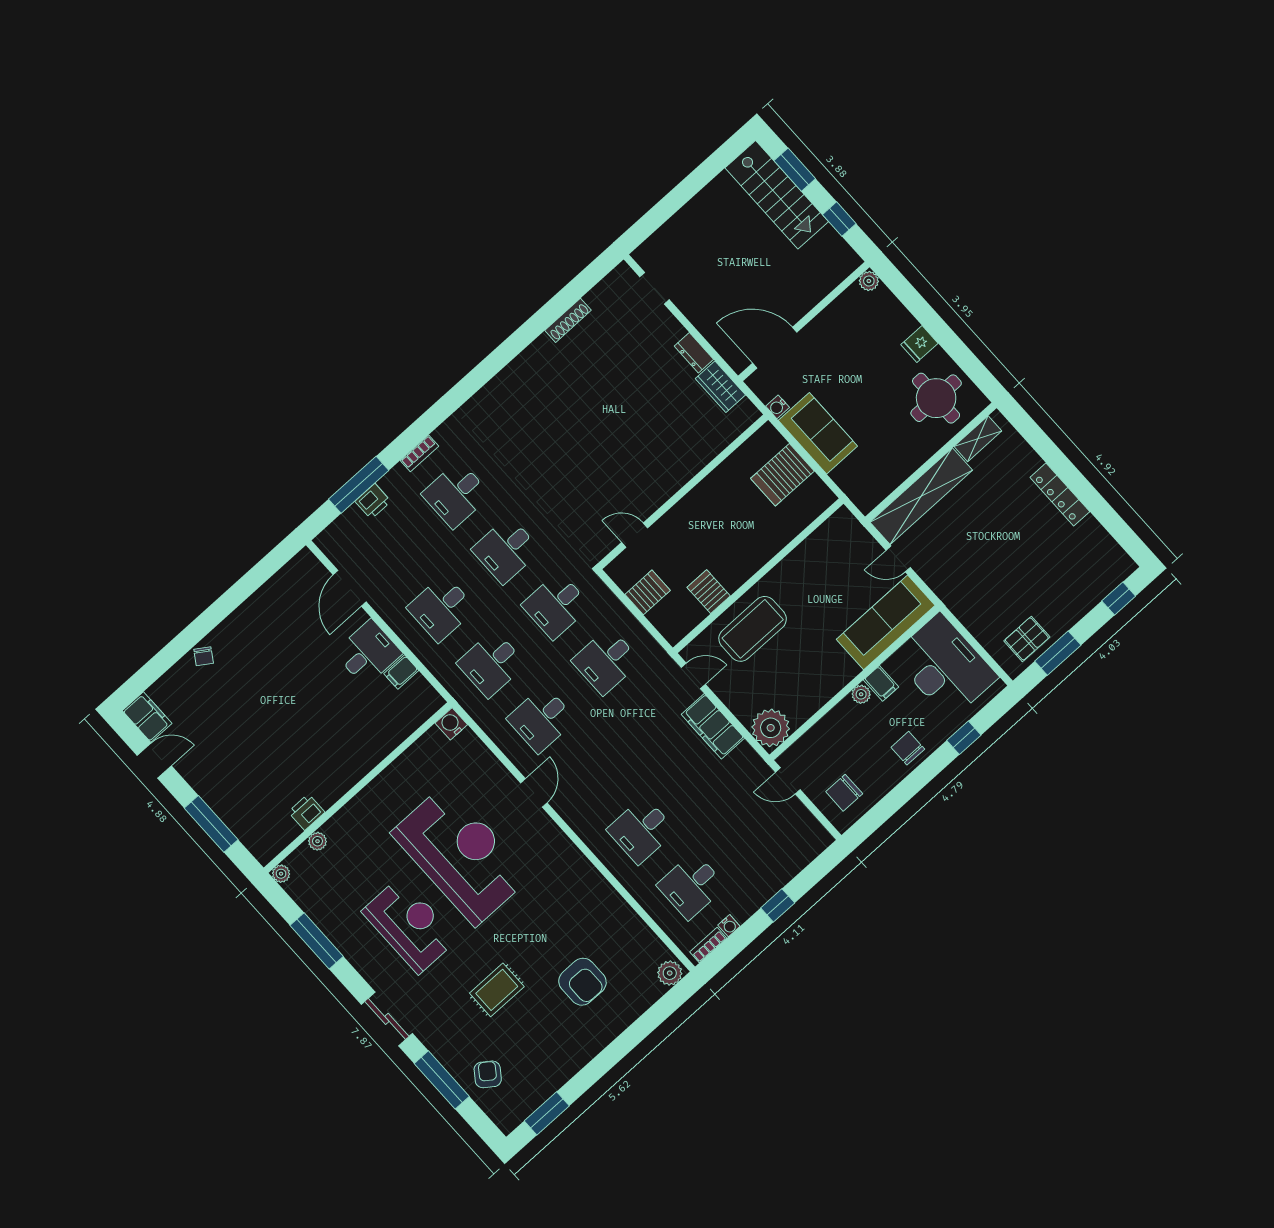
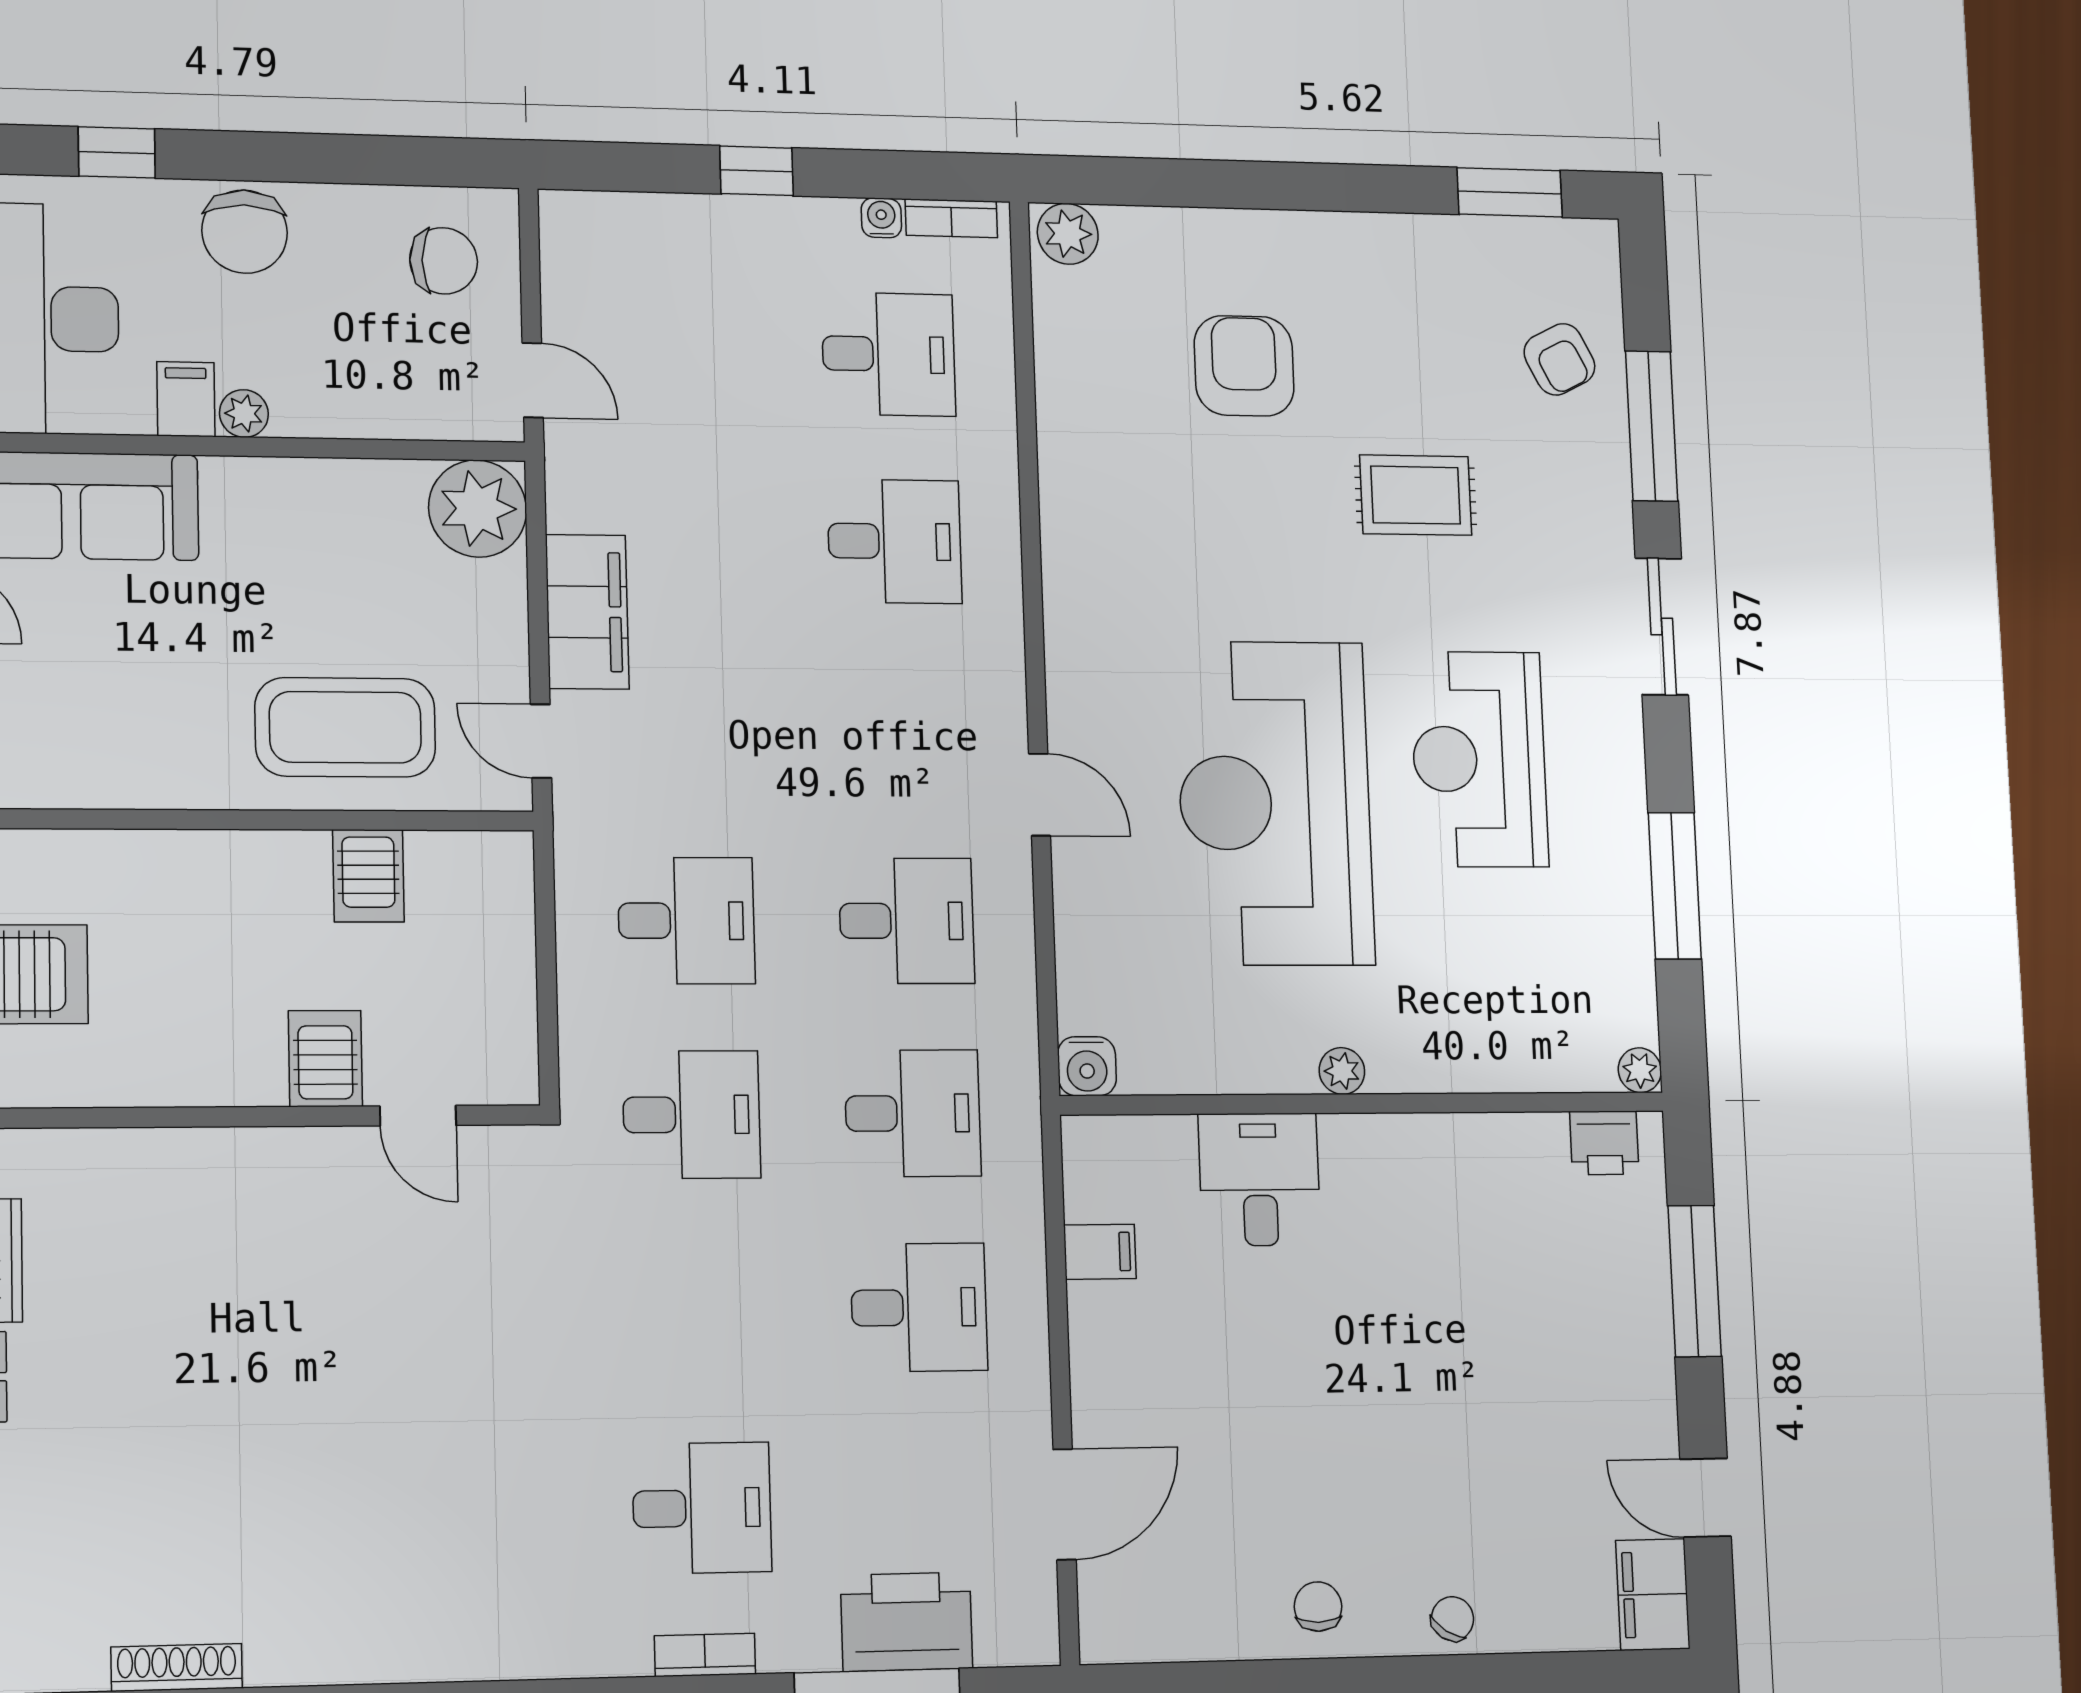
printer: (373, 501) -> (907, 1622), width x1.87, depth x1.48
desk: (506, 550) -> (697, 1310), removed
server rack: (648, 592) -> (325, 1059), moved, turned 90
chair: (248, 624) -> (1318, 1607), added
desk: (368, 653) -> (1259, 1179), moved, turned 90
chair: (908, 748) -> (245, 232), width x1.37, depth x1.37
door: (534, 793) -> (1040, 795), swing flipped
printer: (306, 812) -> (1604, 1143), moved
plant: (317, 841) -> (1342, 1071), moved
armchair: (488, 1074) -> (1559, 359), turned -63

